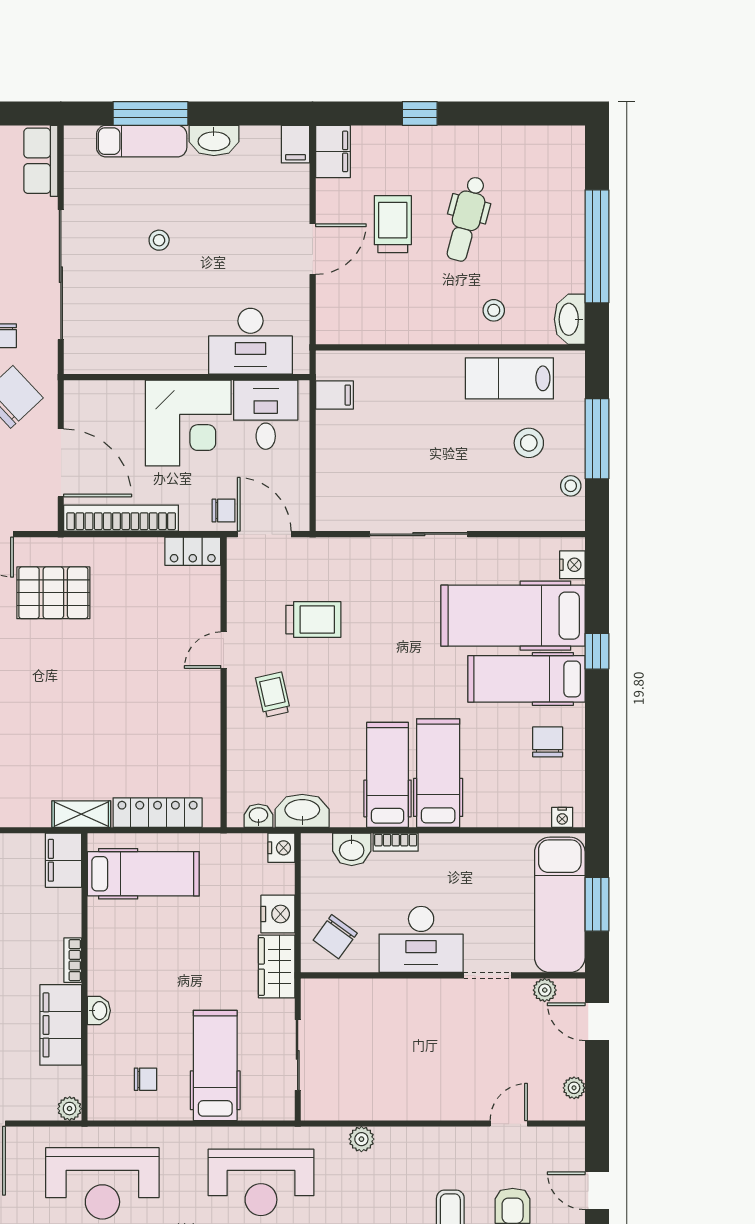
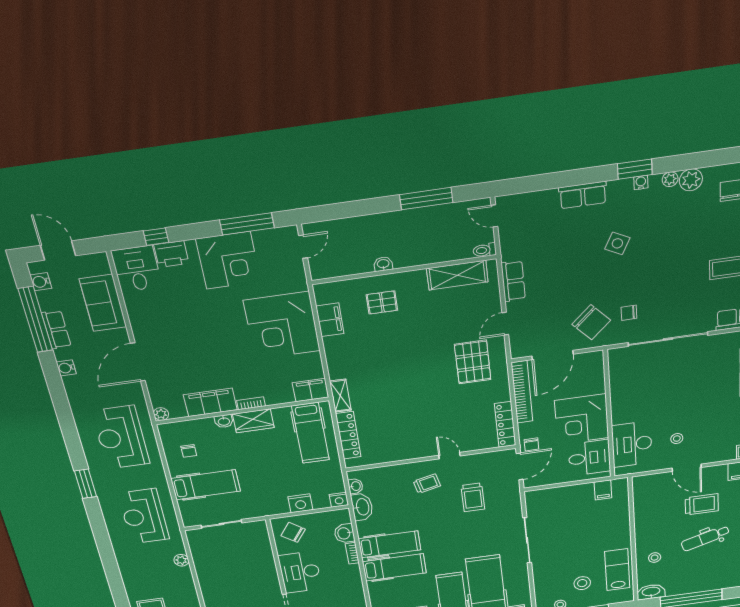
dental chair: (466, 219) -> (705, 538), turned -32
stool: (159, 240) -> (677, 439), moved
locker: (193, 551) -> (505, 424), width x1.53
wardrobe: (277, 967) -> (253, 421), moved, turned 180

